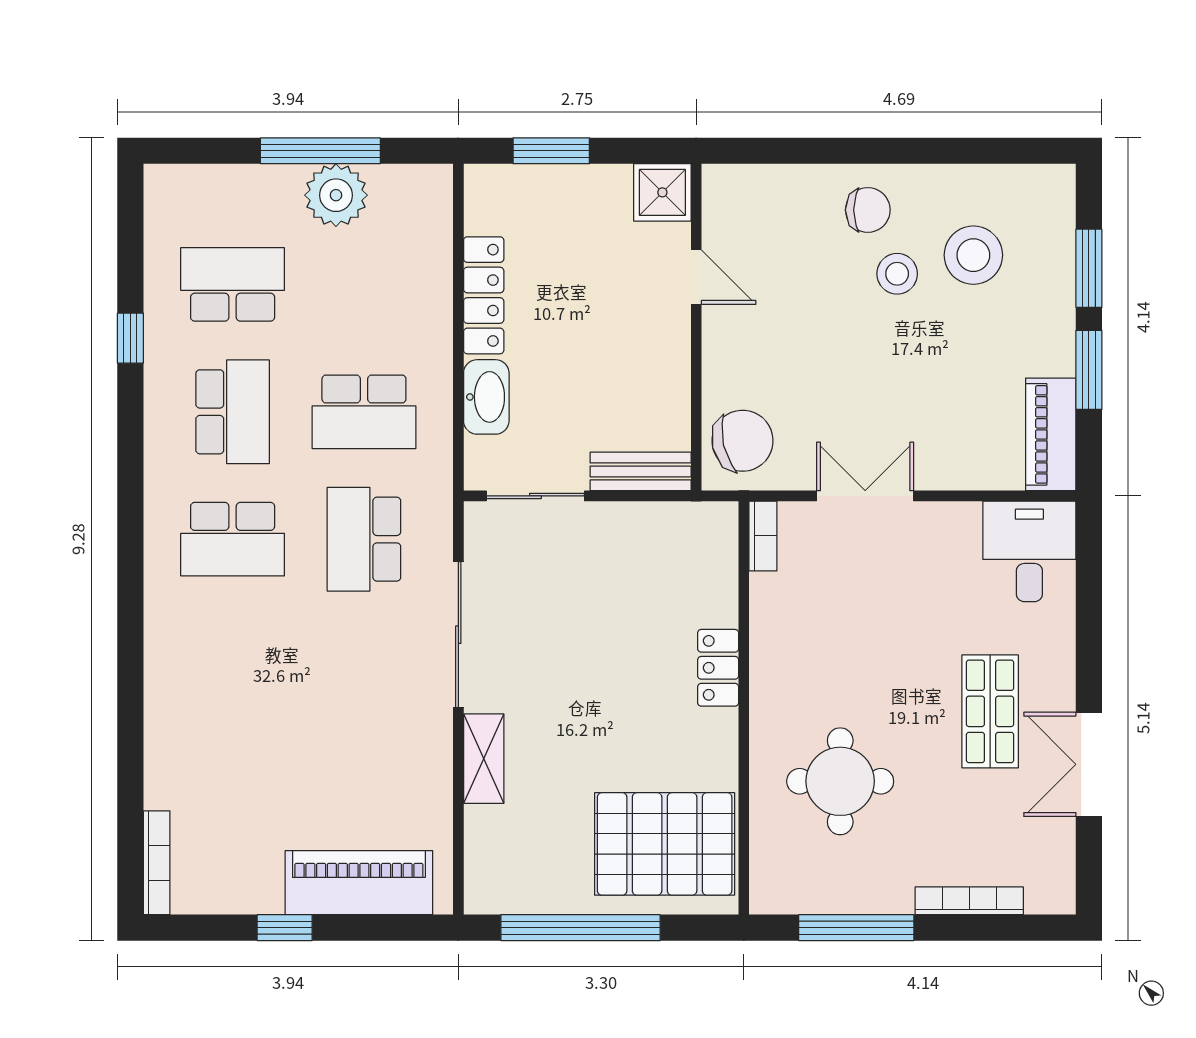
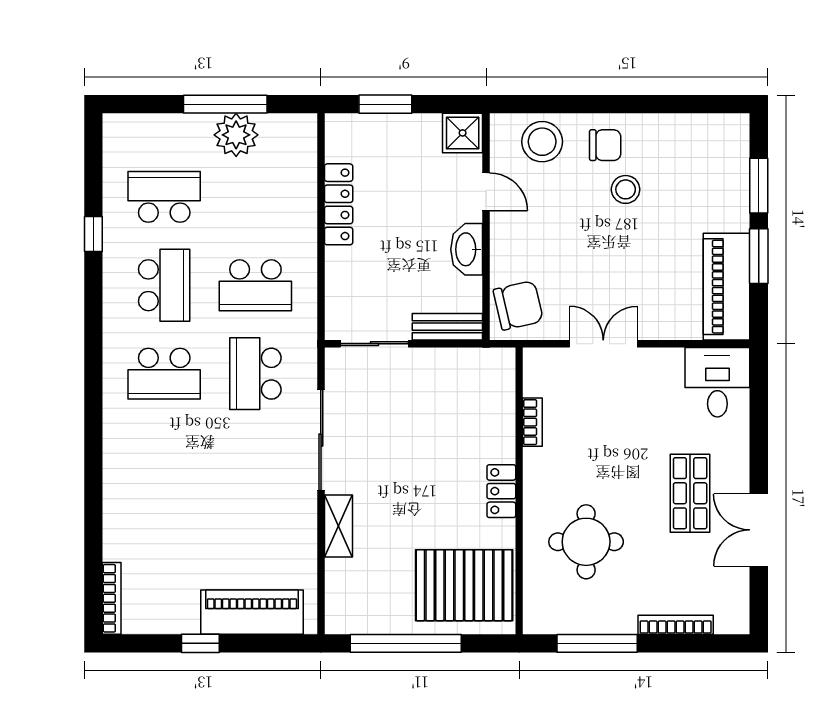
stool: (973, 255) -> (542, 142), moved
washbasin: (486, 397) -> (467, 249), moved, turned 180
piano: (1051, 434) -> (727, 287), width x1.37, depth x1.33
bookcase: (763, 536) -> (532, 422), moved
locker: (718, 668) -> (501, 491), moved

